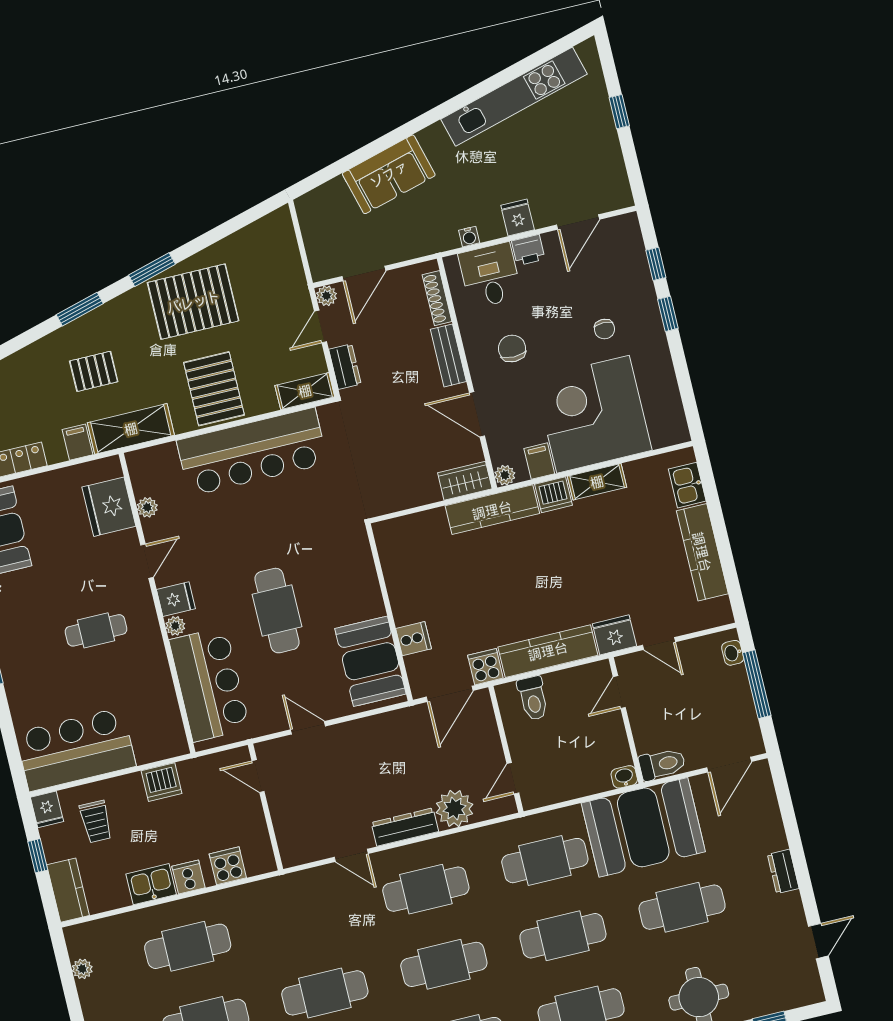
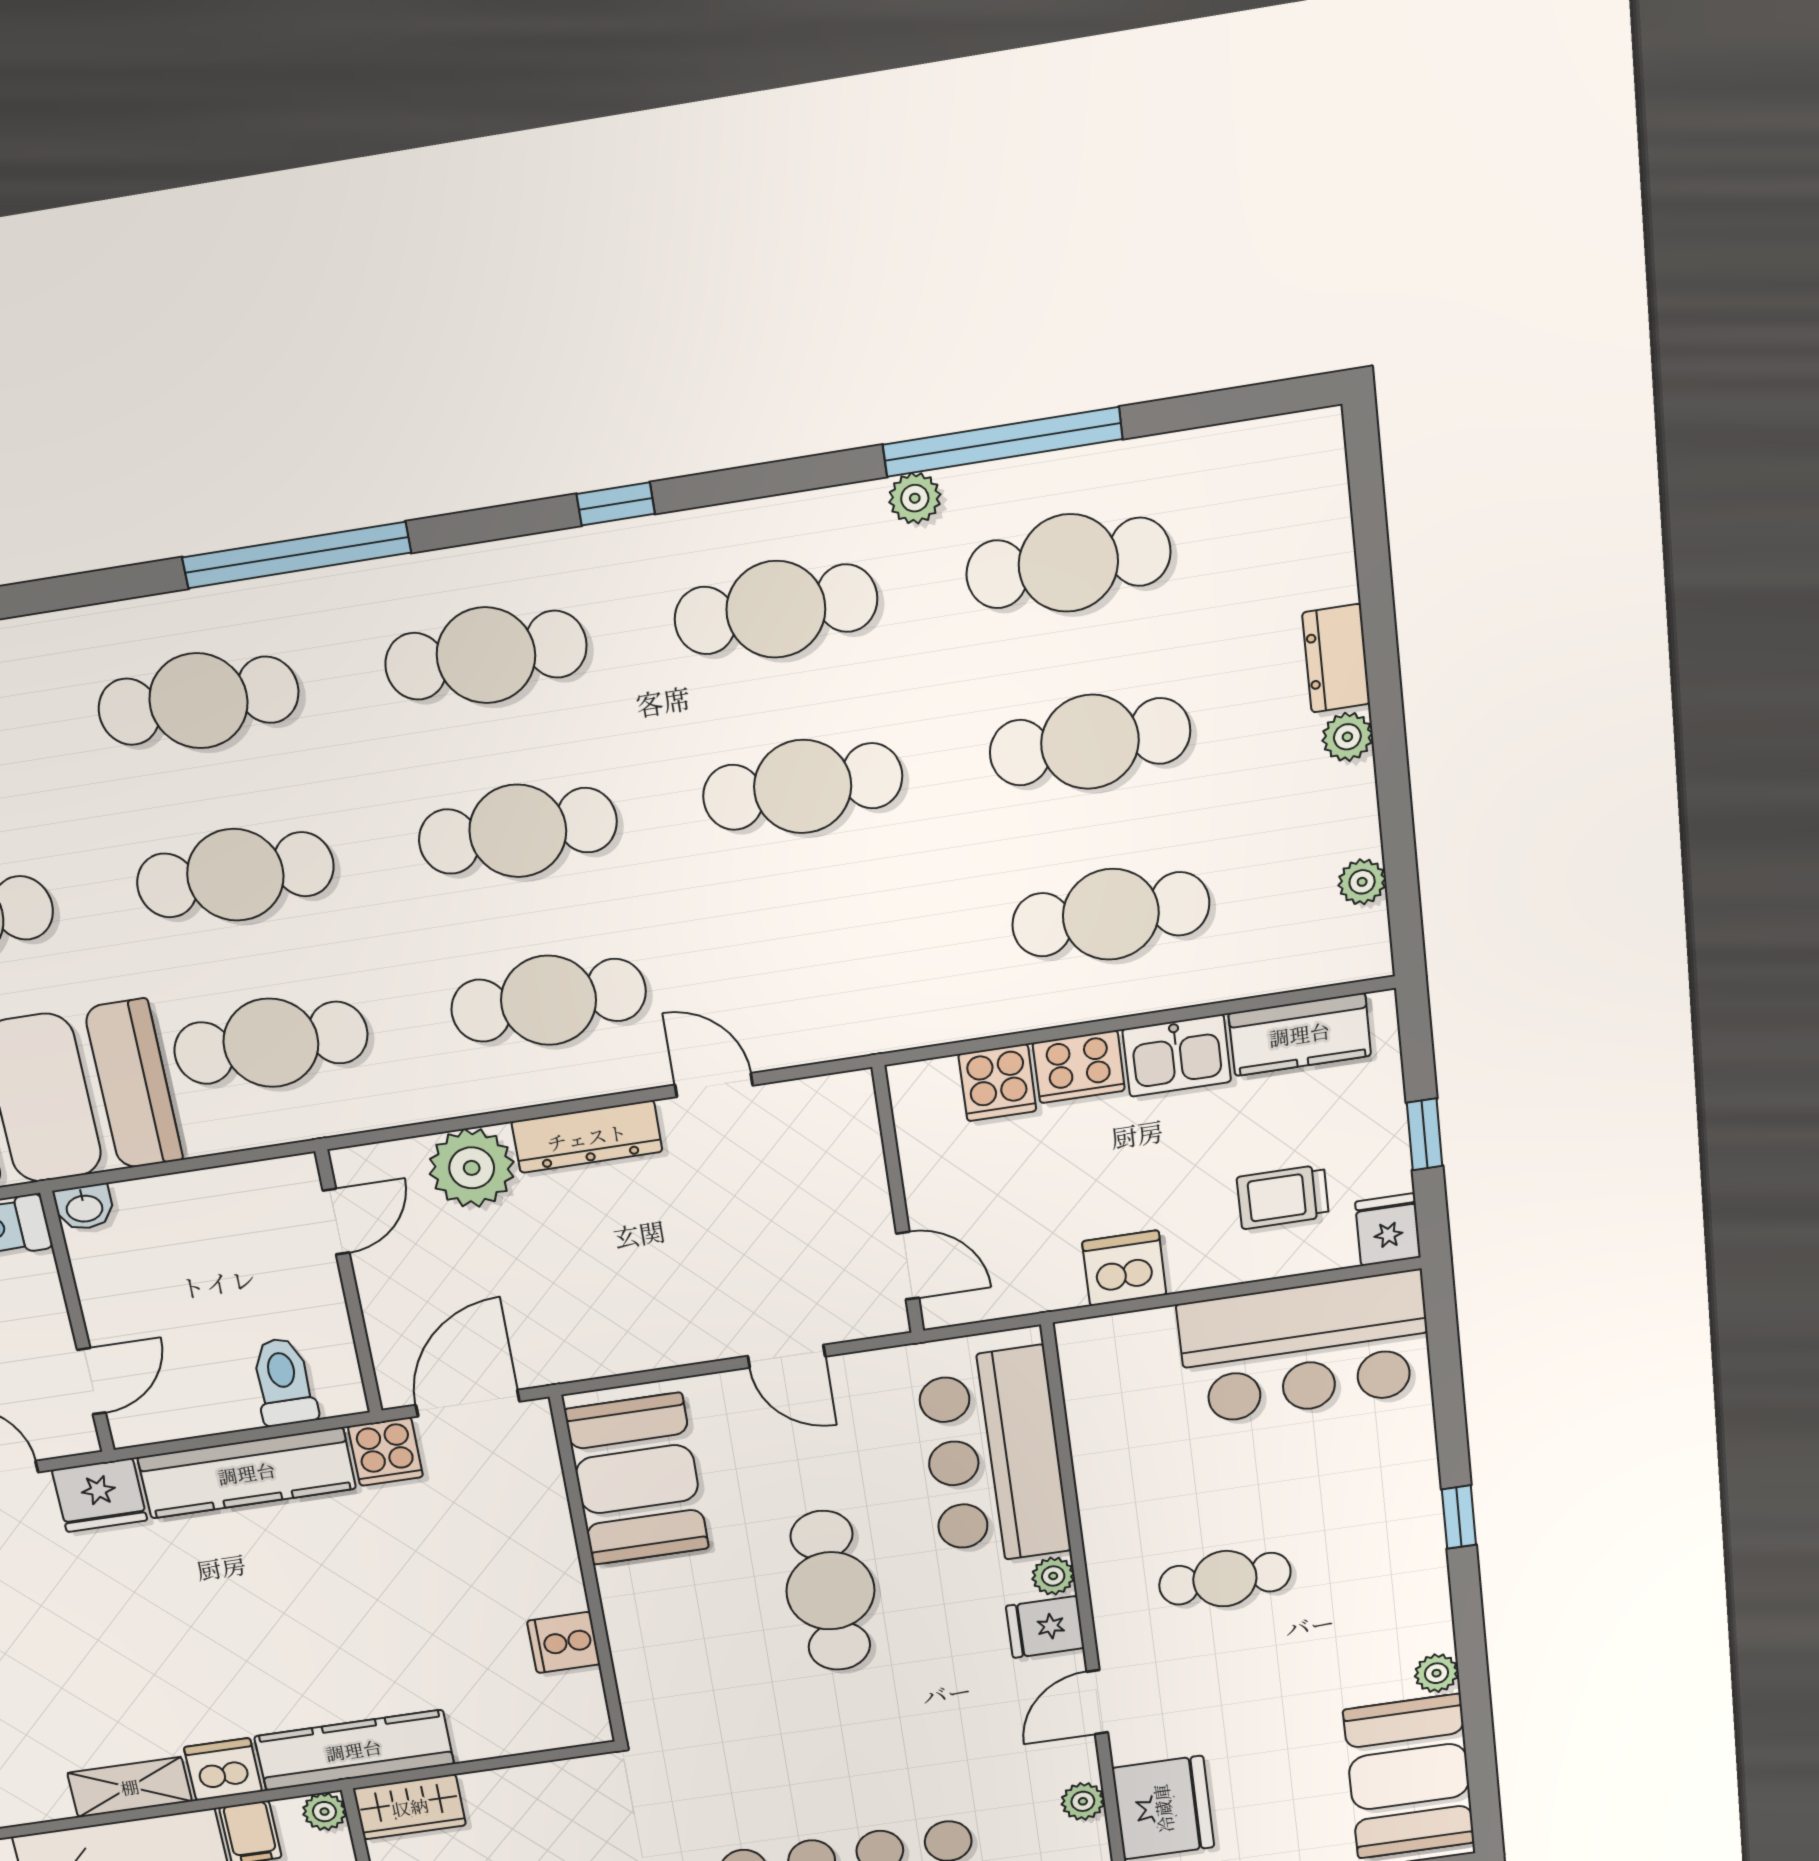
cooker: (414, 639) -> (564, 1643), moved
trolley: (96, 822) -> (1283, 1197), turned -90
cooker: (188, 877) -> (1079, 1067), width x1.36
kitchen counter: (68, 890) -> (1300, 1034), moved, turned -90

